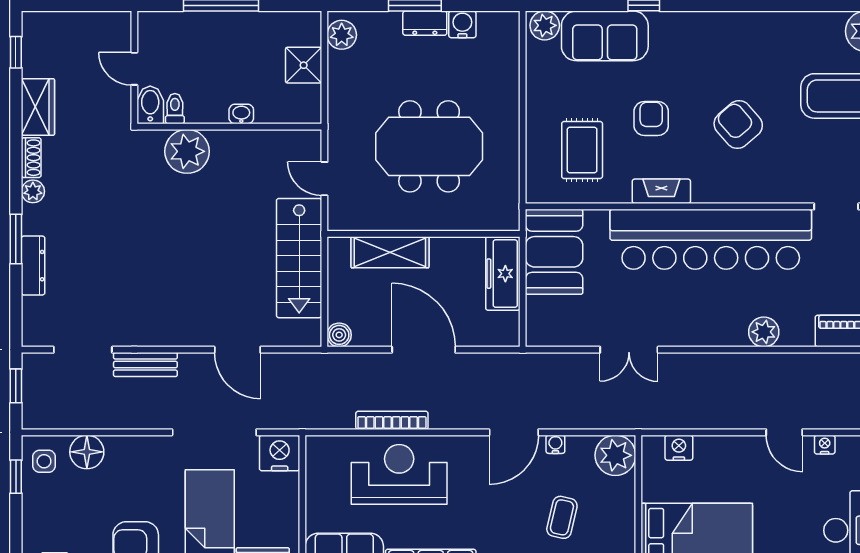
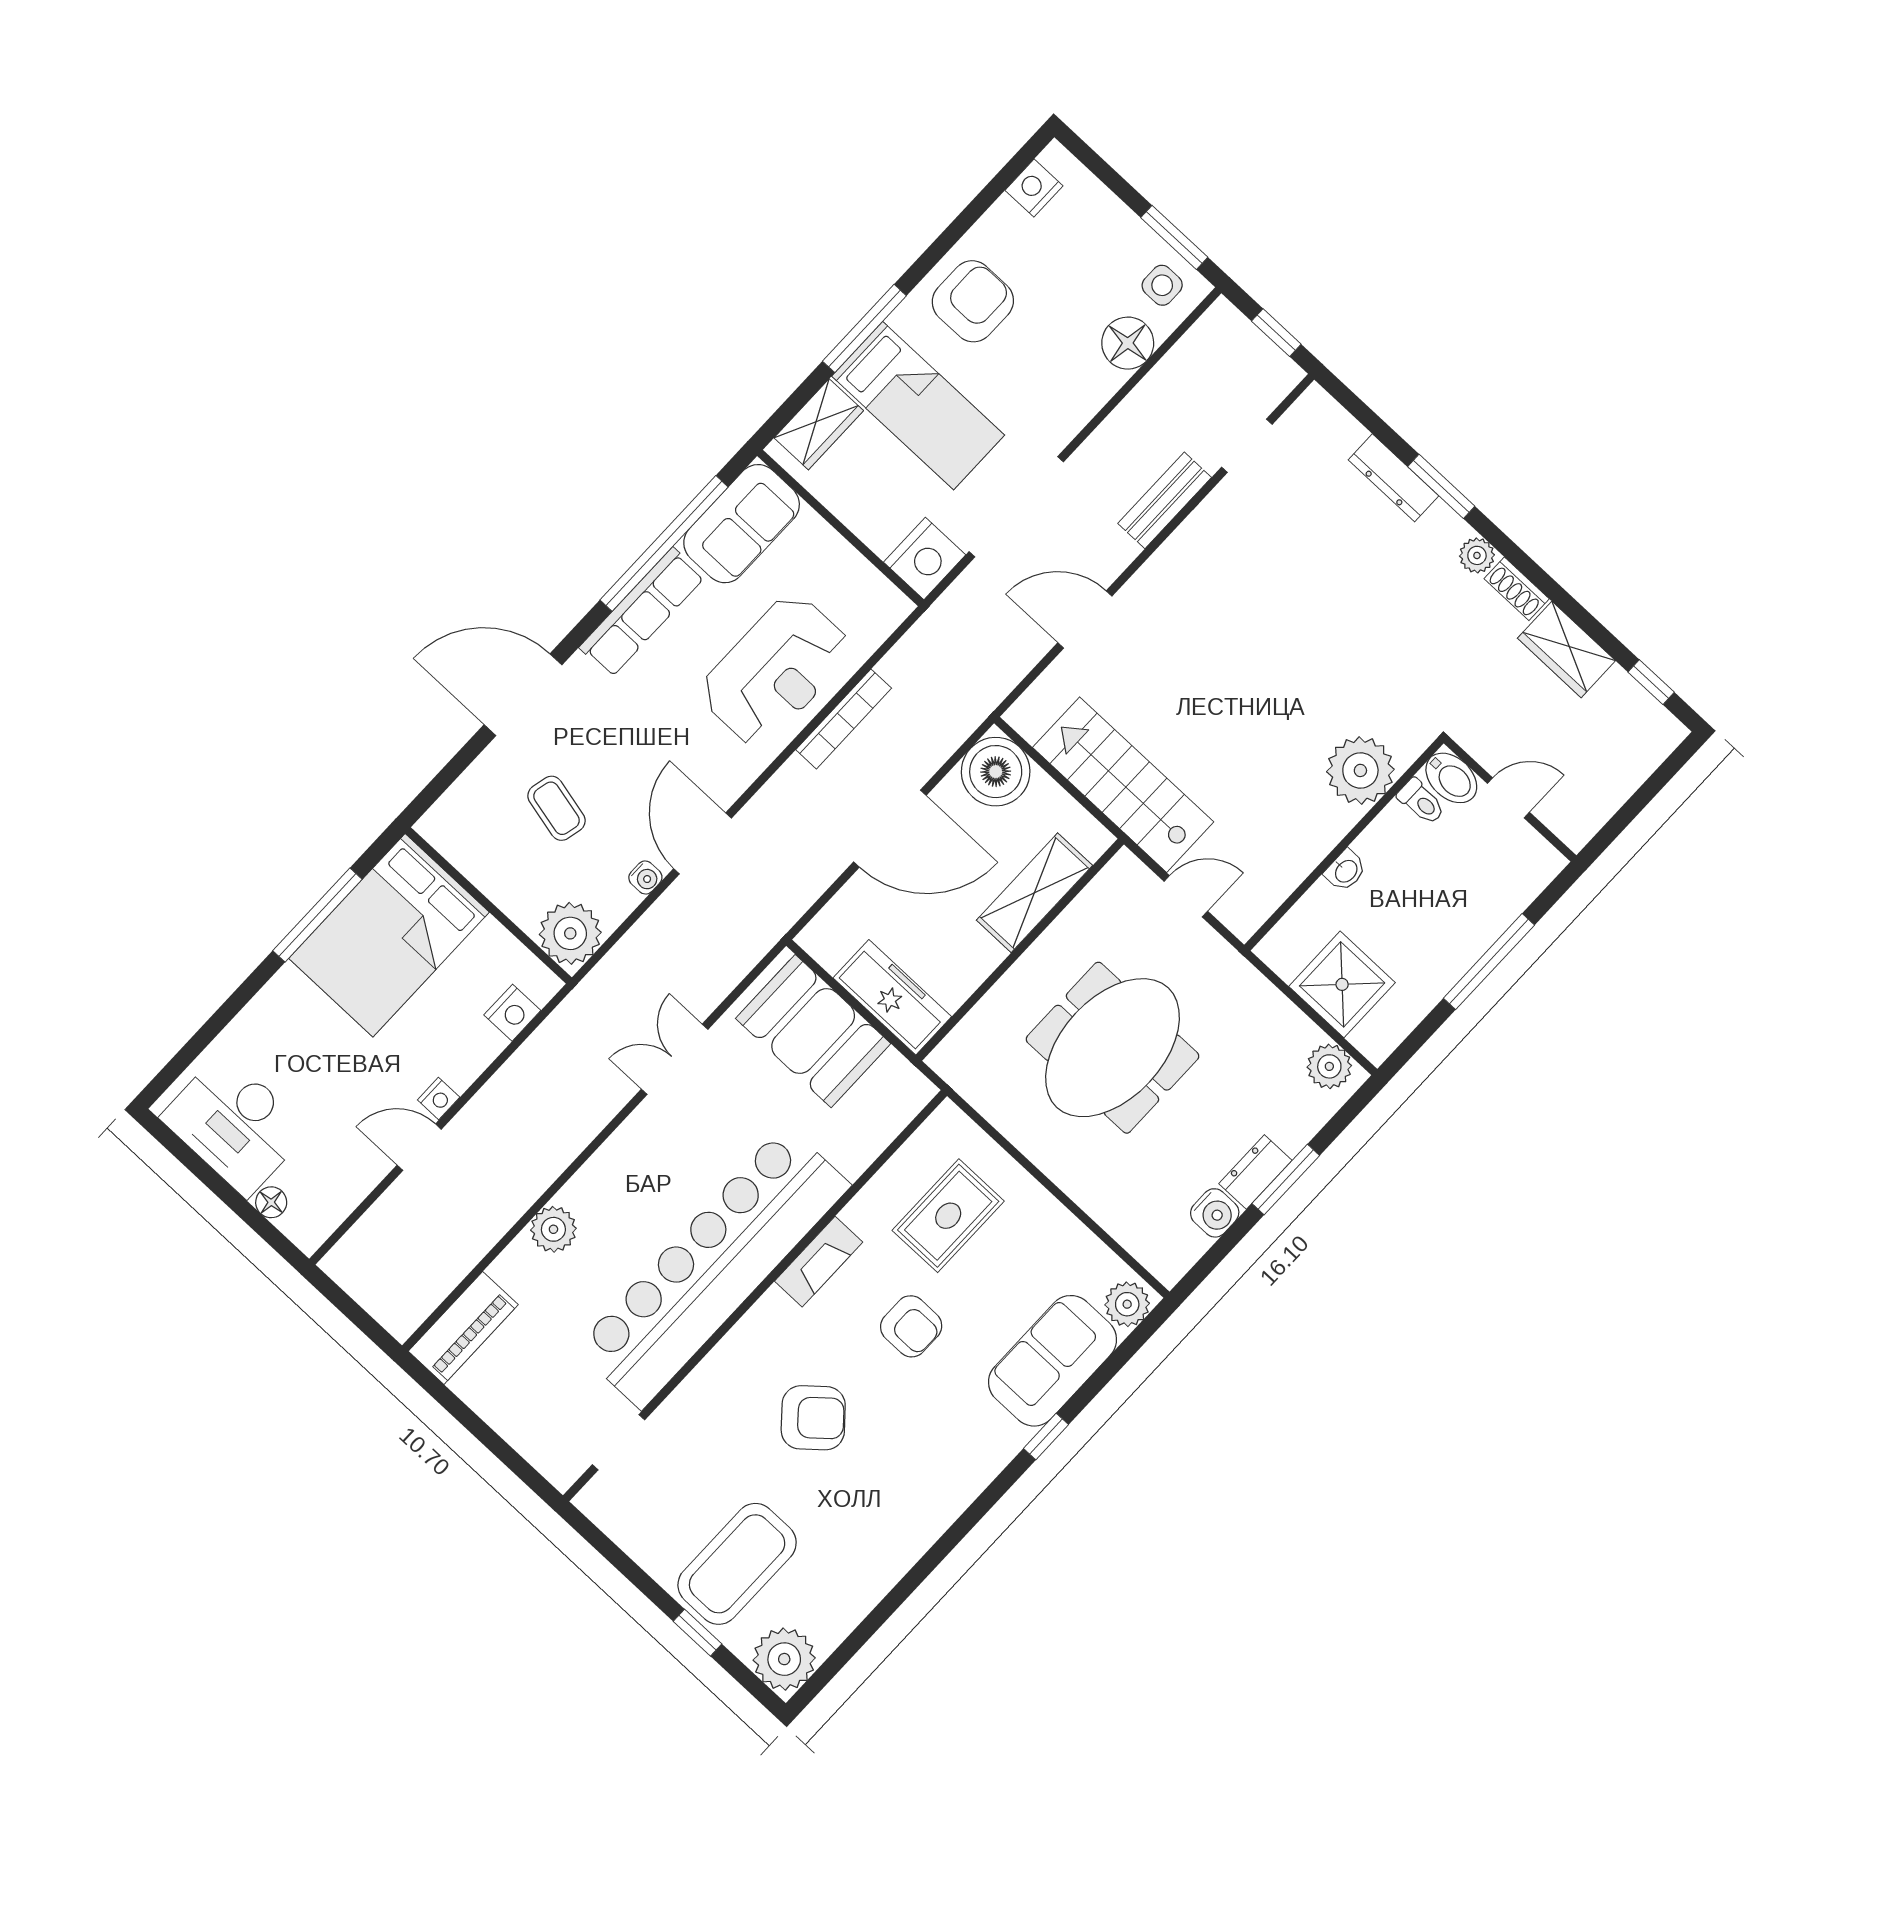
shower: (304, 65) -> (1342, 984), width x1.36, depth x1.36
rug: (582, 150) -> (948, 1216), turned 90
booth: (554, 252) -> (813, 1031), moved
boiler: (339, 335) -> (996, 772), width x1.86, depth x1.86
doorway: (83, 350) -> (1247, 446), width x0.73
nightstand: (825, 445) -> (439, 1099), moved
window: (16, 477) -> (1174, 237), width x1.50

